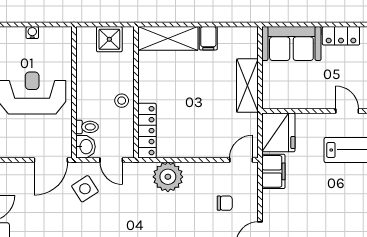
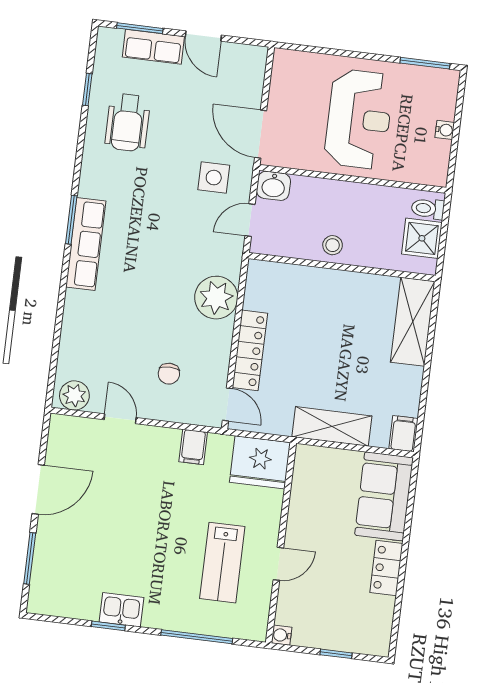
filing cabinet: (208, 38) -> (403, 434), moved, turned 90
toilet: (87, 127) -> (428, 209), moved, turned 90
locker: (147, 131) -> (250, 350), moved, turned -90
filing cabinet: (273, 171) -> (193, 447), width x0.50
side table: (85, 189) -> (214, 178), turned 33

